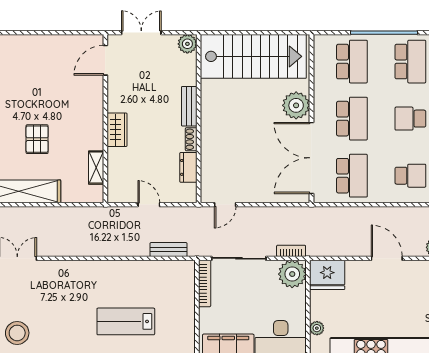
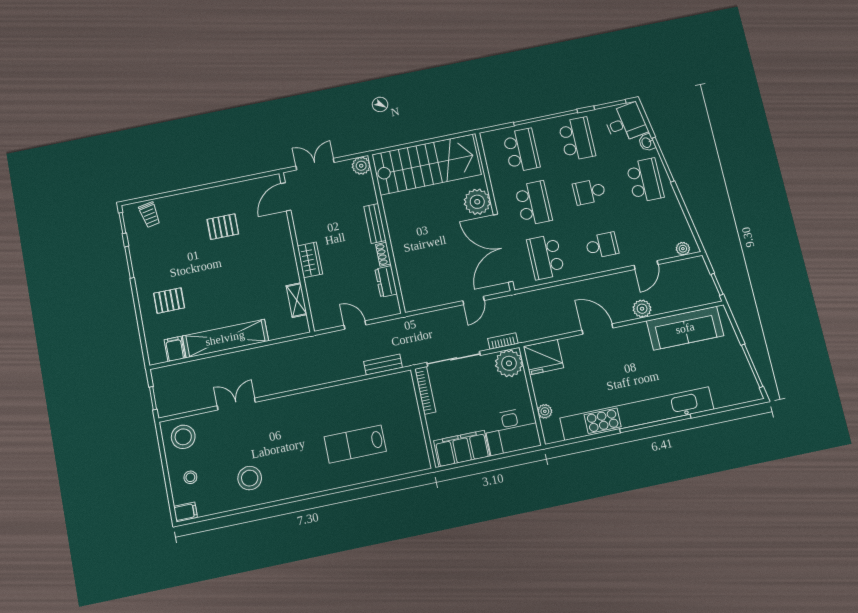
pallet: (37, 139) -> (223, 227), moved, turned 90
school desk: (352, 176) -> (546, 257), turned 180
door: (225, 205) -> (473, 301), moved

